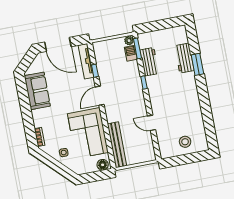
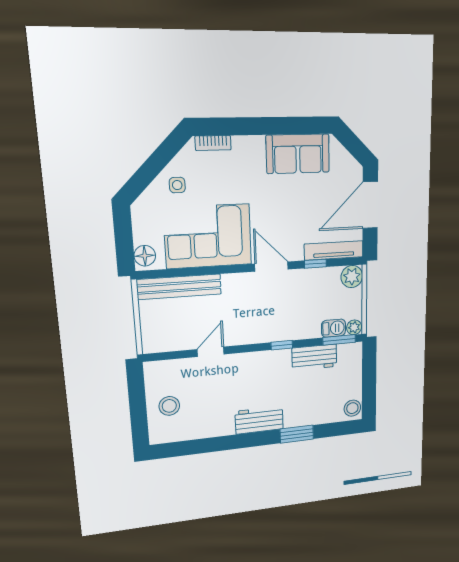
stool: (179, 32) -> (352, 408), added
plant: (99, 48) -> (352, 277), added
workbench: (184, 58) -> (259, 420), moved

